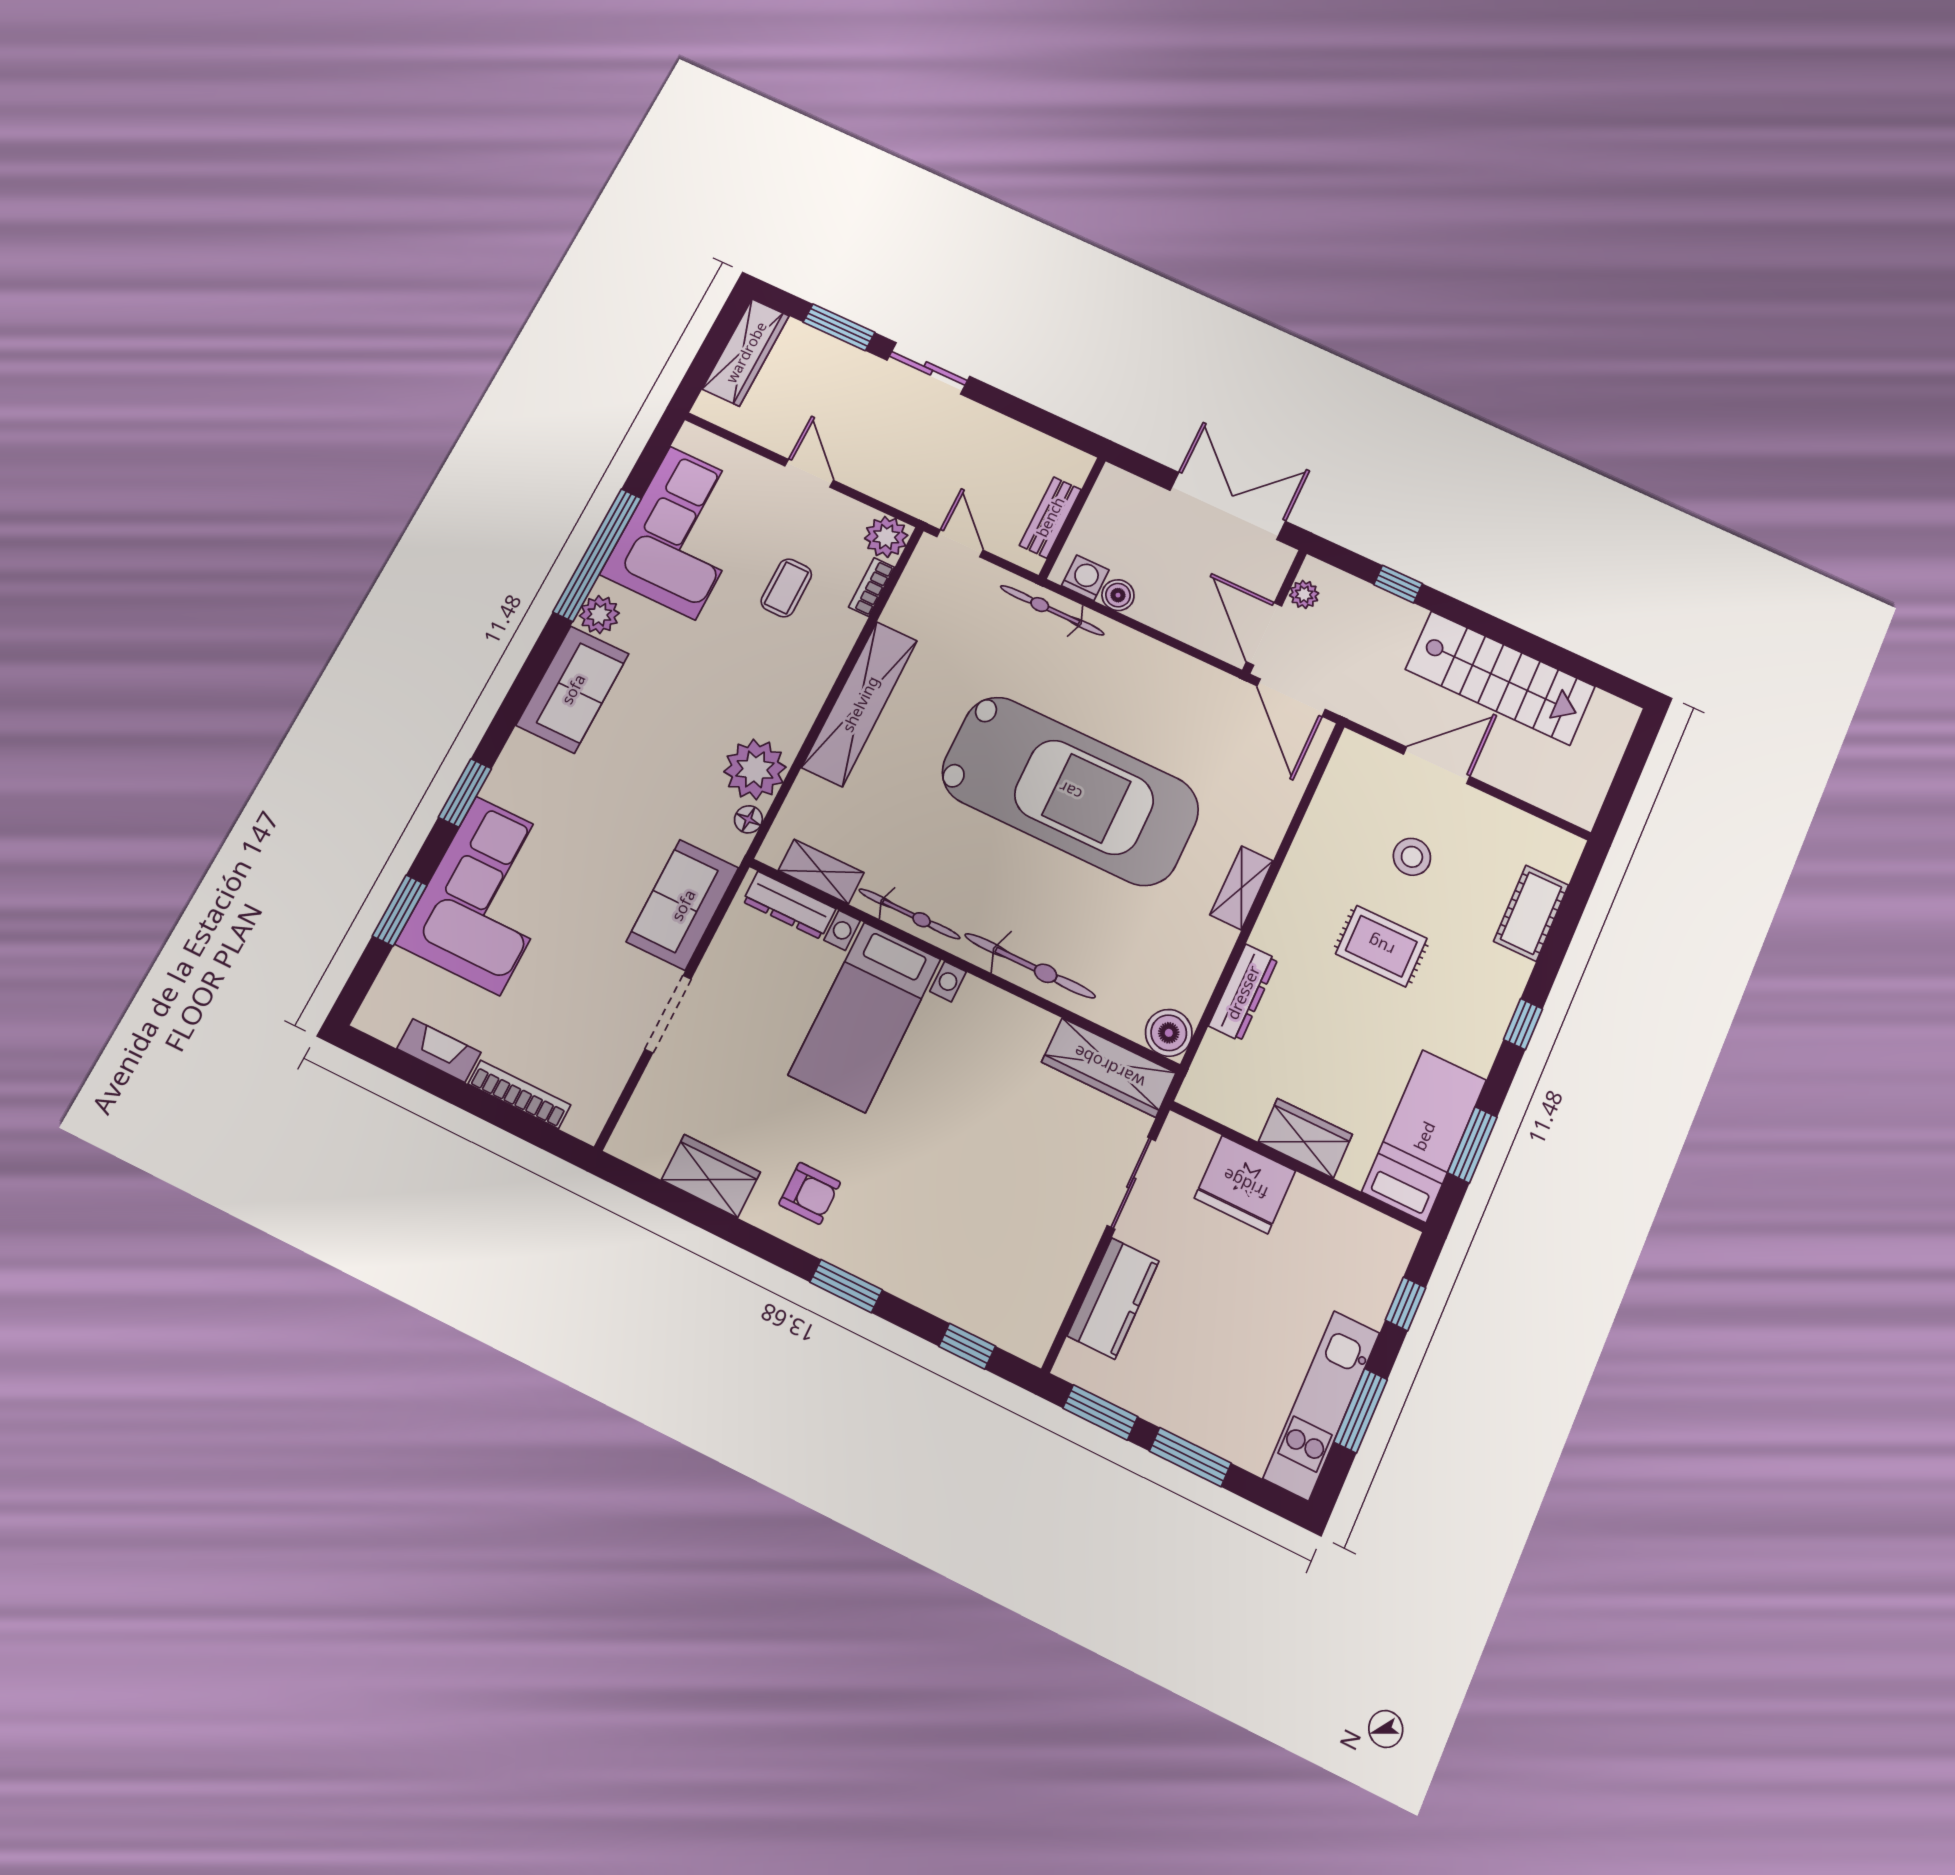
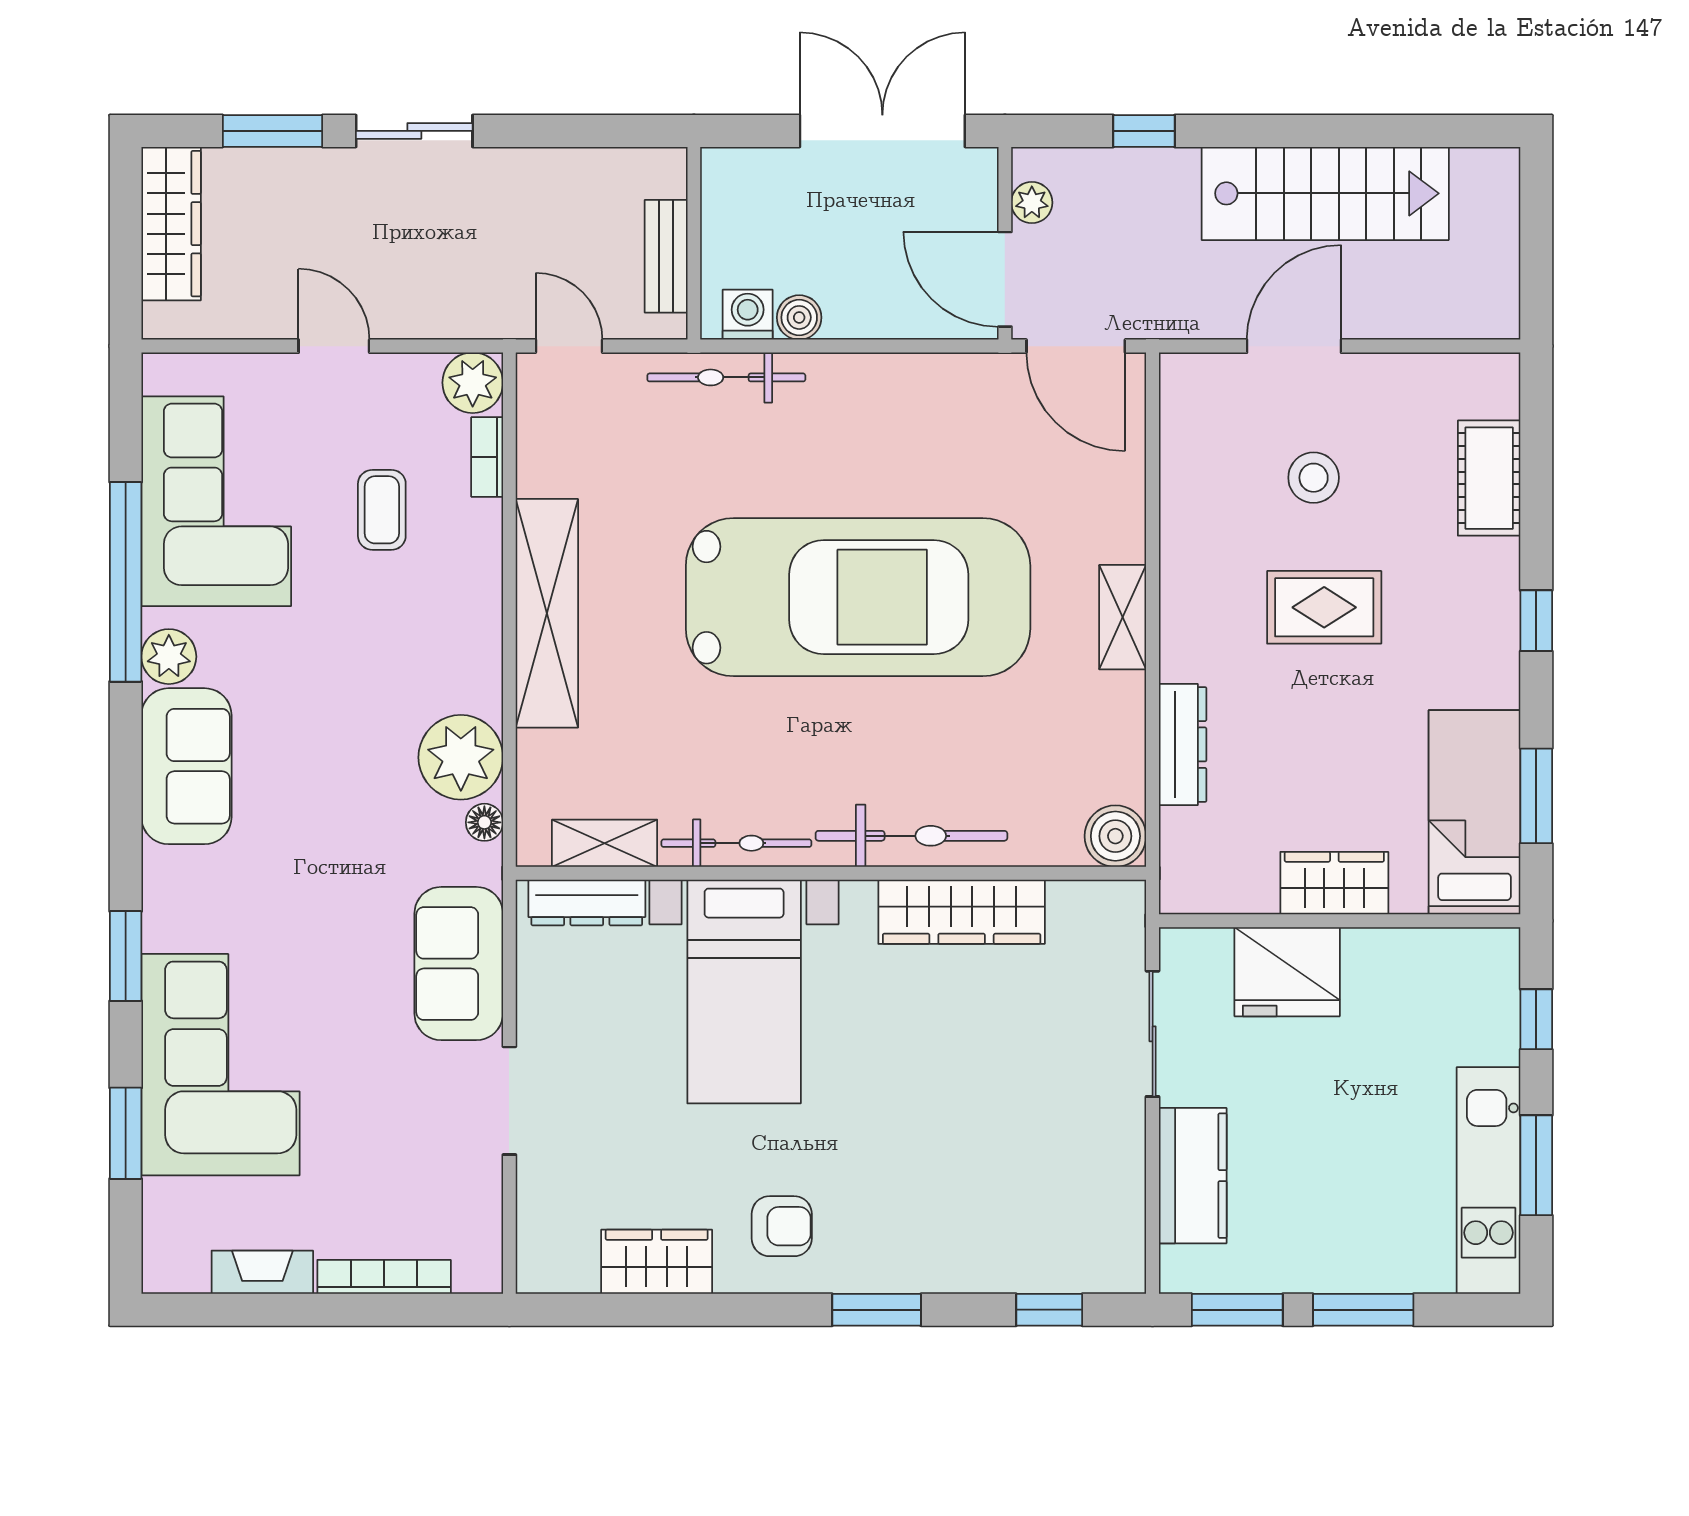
wardrobe: (1109, 1067) -> (962, 912), moved

